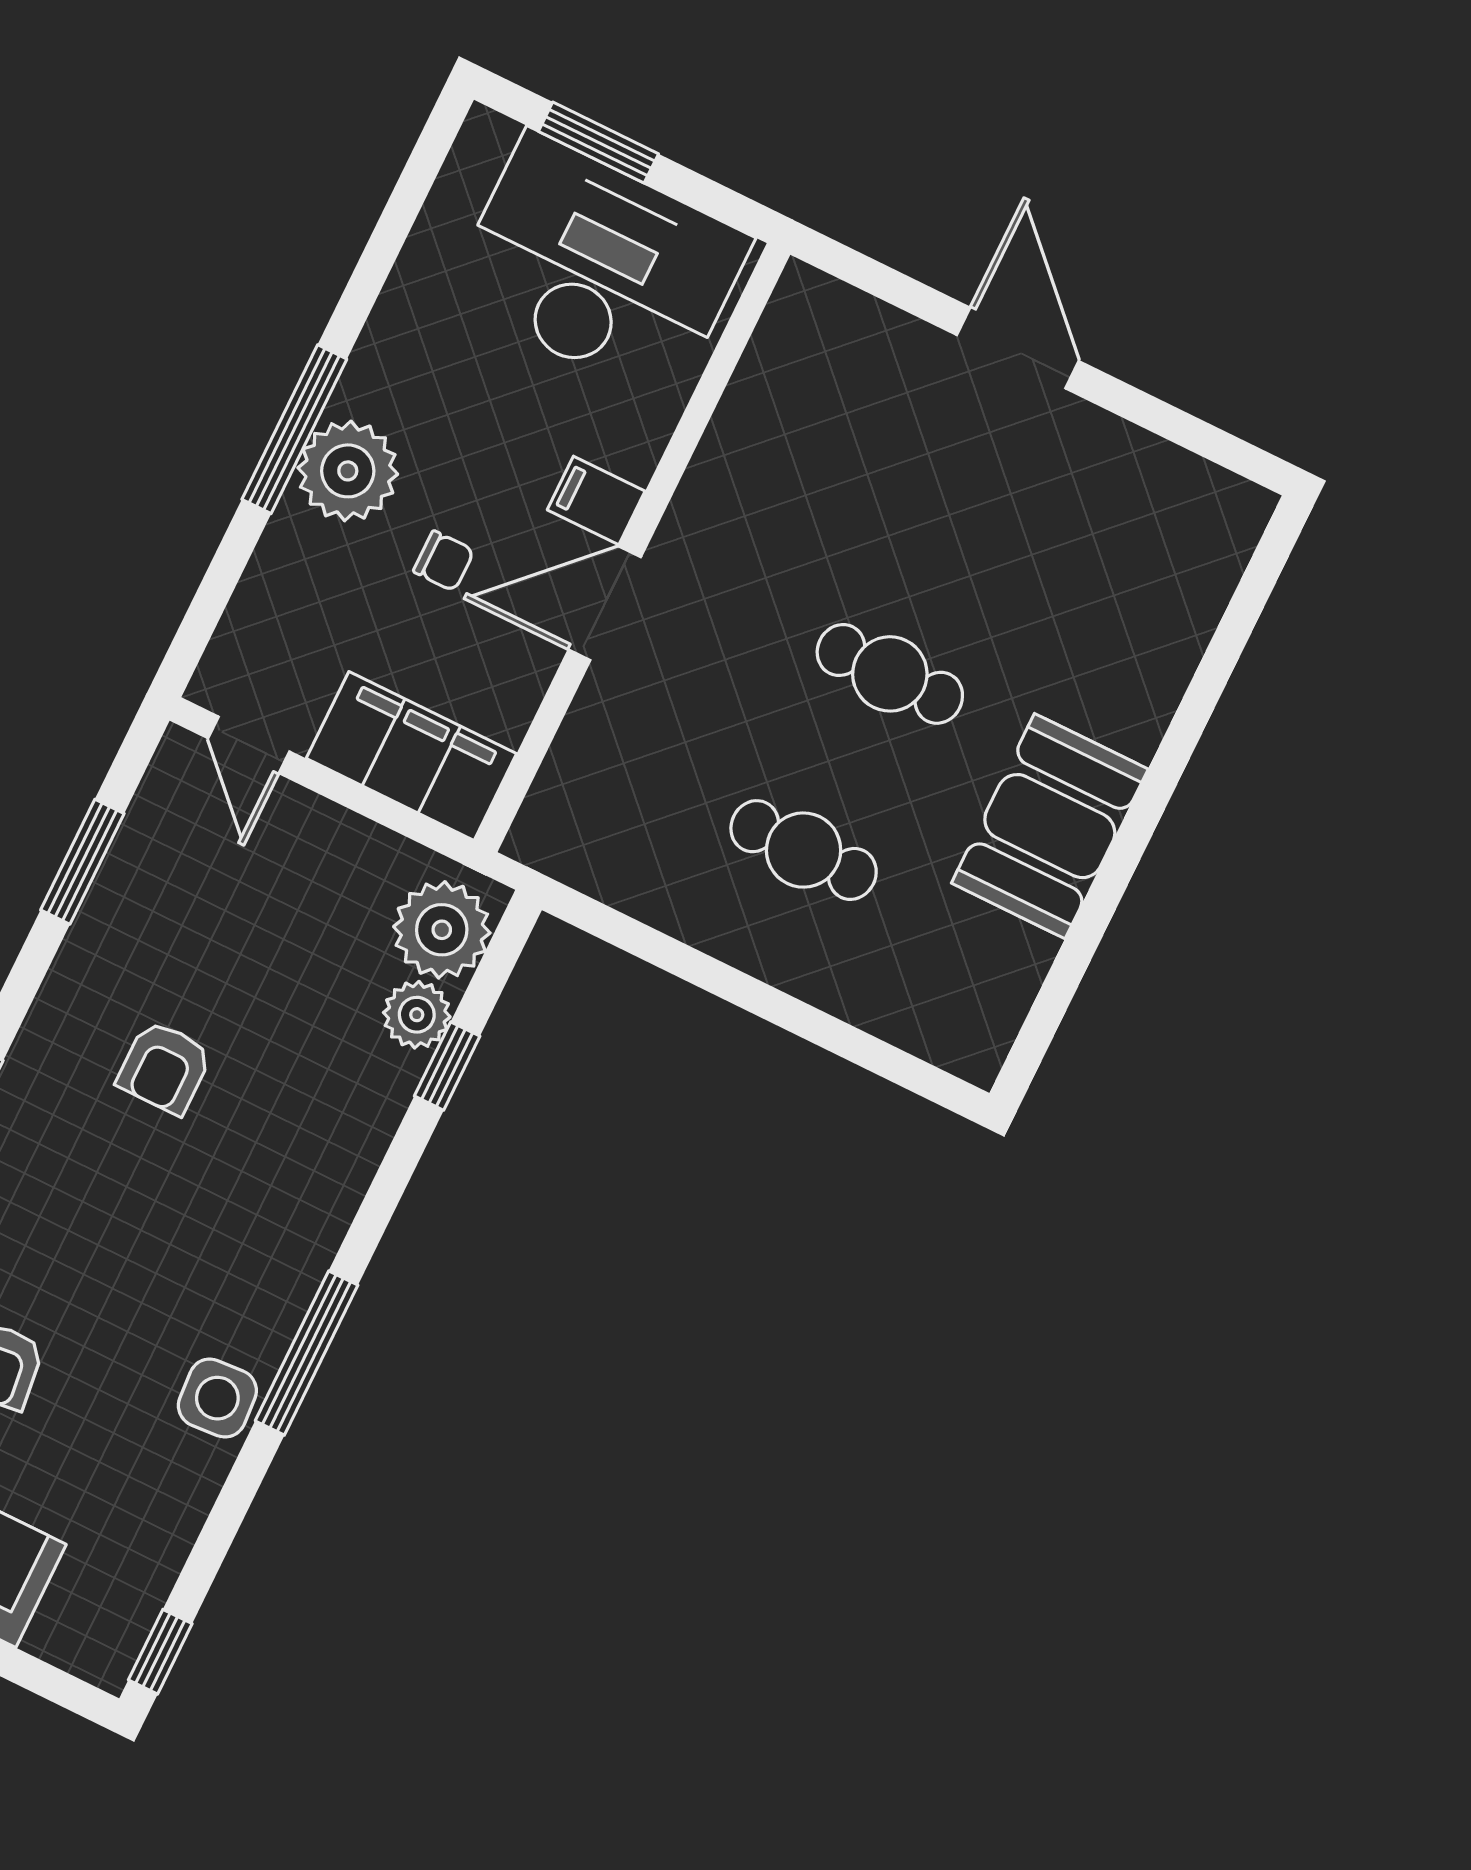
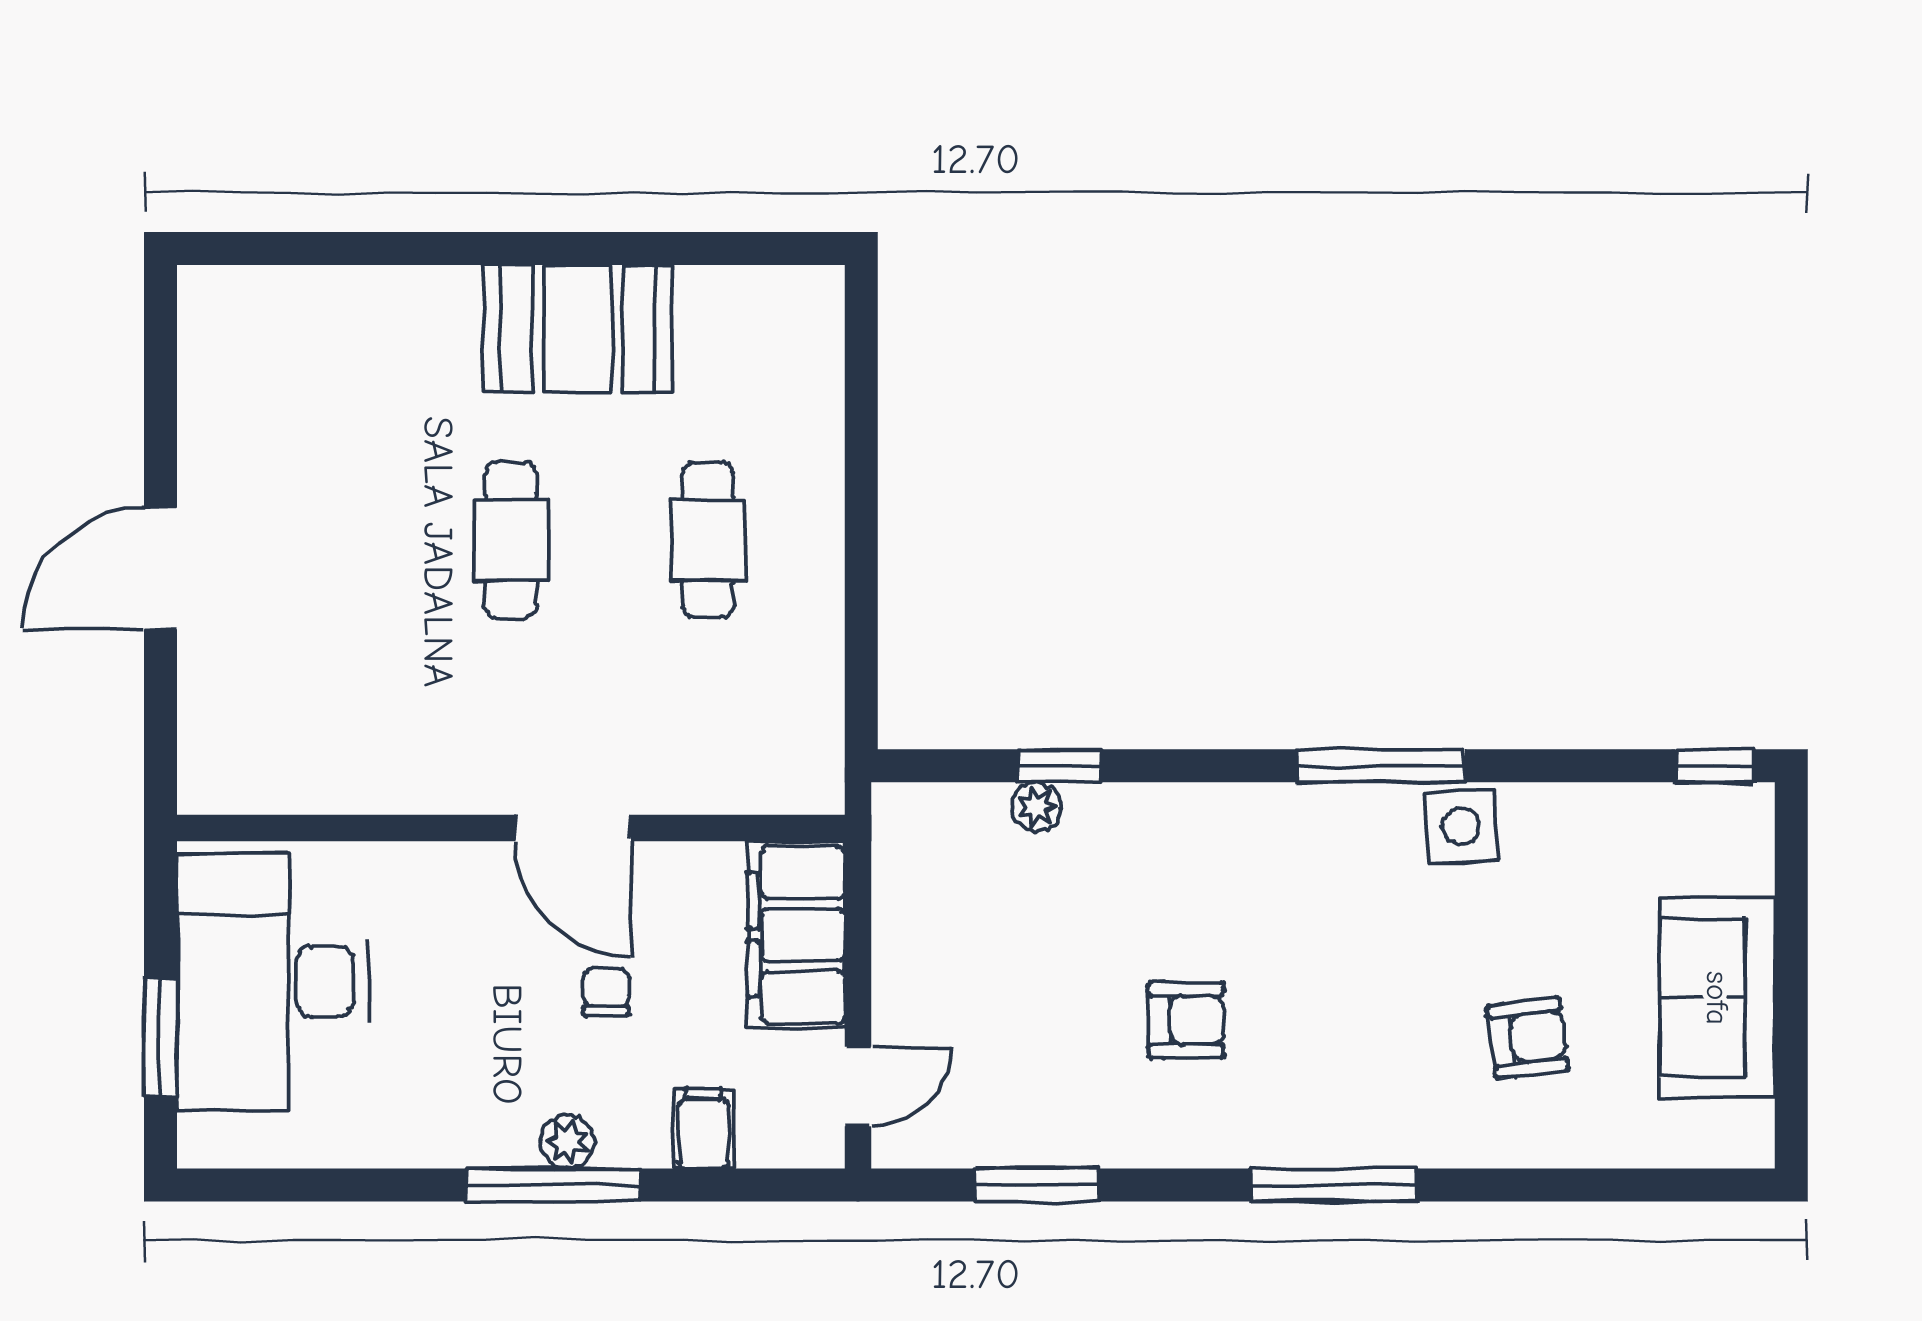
plant: (348, 471) -> (567, 1142), width x0.53, depth x0.53
filing cabinet: (596, 501) -> (704, 1128), moved, turned 180
plant: (442, 930) -> (940, 831), removed
plant: (417, 1015) -> (1036, 807), width x0.73, depth x0.73

